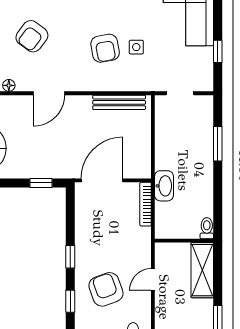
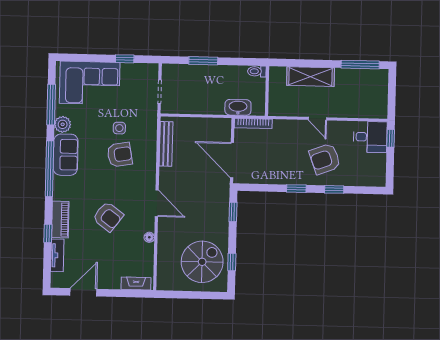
toilet: (207, 228) -> (257, 71), moved
wall: (184, 241) -> (267, 91), moved

